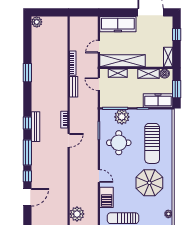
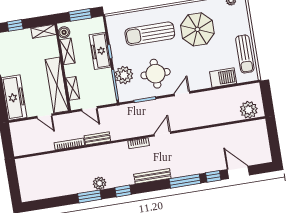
plant: (37, 22) -> (99, 183), moved
door: (99, 84) -> (89, 109), hinge flipped
freezer: (158, 100) -> (100, 51), moved
window: (27, 123) -> (123, 191), moved
door: (69, 140) -> (162, 134), hinge flipped
sun lounger: (152, 143) -> (150, 34), turned 180
door: (99, 176) -> (182, 94), moved

